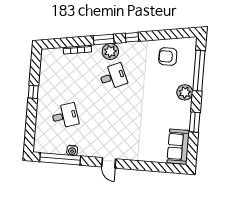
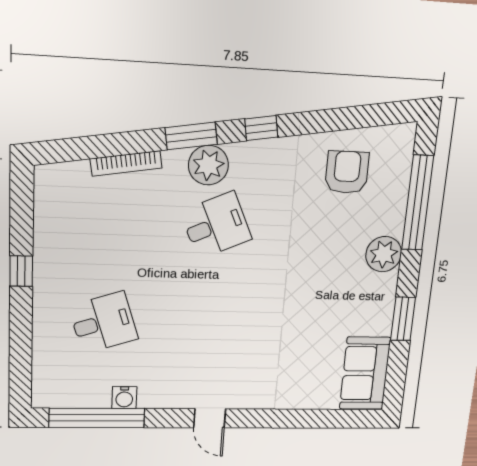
armchair: (168, 57) -> (347, 172), turned 90

